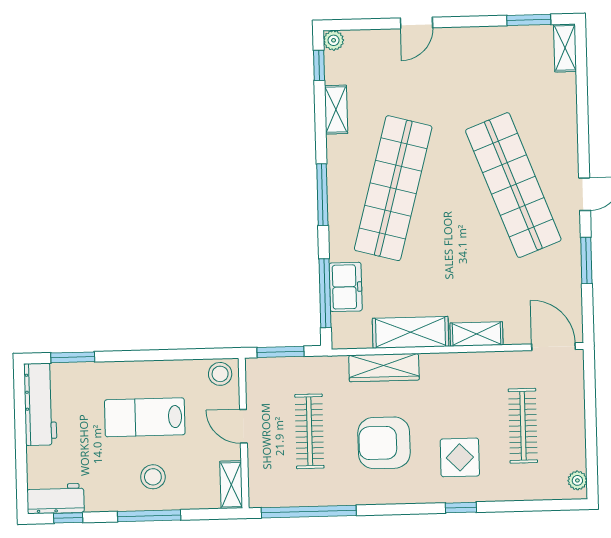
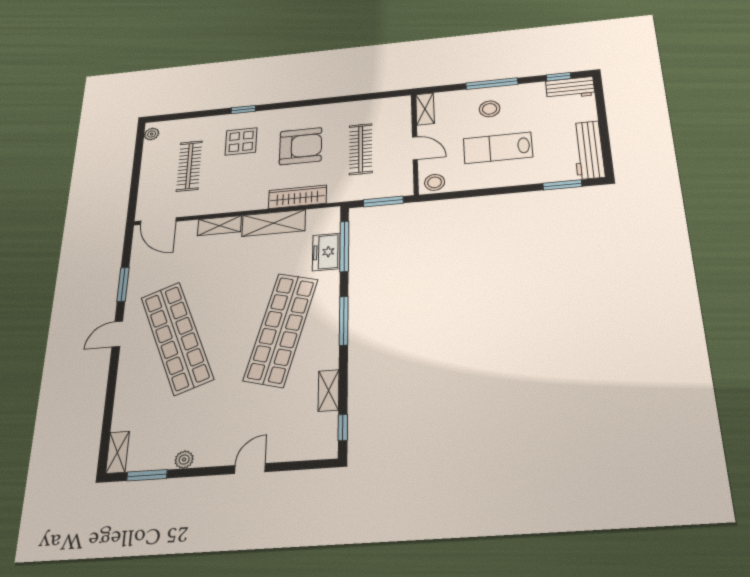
plant: (334, 40) -> (184, 460), moved
lab bench: (145, 417) -> (498, 148), turned 180
window: (309, 512) -> (363, 97), removed

